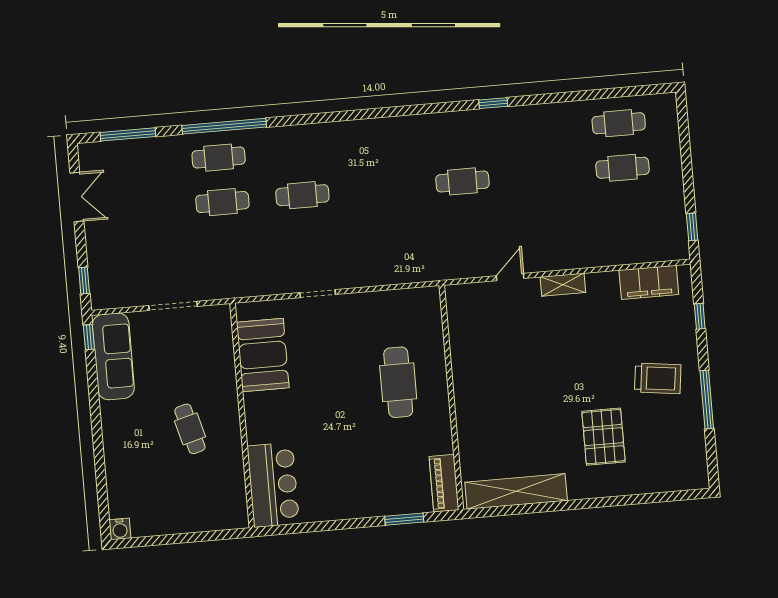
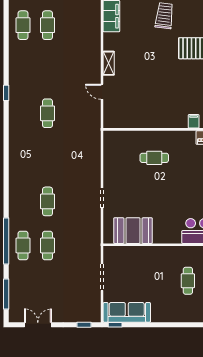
cafe table: (398, 382) -> (154, 158), width x0.73, depth x0.74
cafe table: (190, 429) -> (188, 281), moved, turned -75
filing cabinet: (471, 448) -> (194, 121), added

